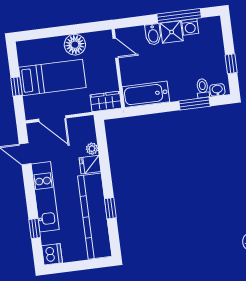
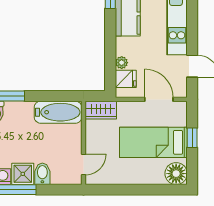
floor lamp: (75, 45) -> (176, 174), moved
door: (116, 48) -> (83, 164), swing flipped
fridge: (90, 165) -> (126, 79), moved

